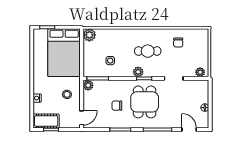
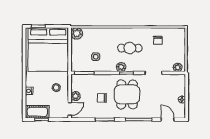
bed: (64, 53) -> (48, 50), width x1.36
plant: (88, 85) -> (76, 96), moved

